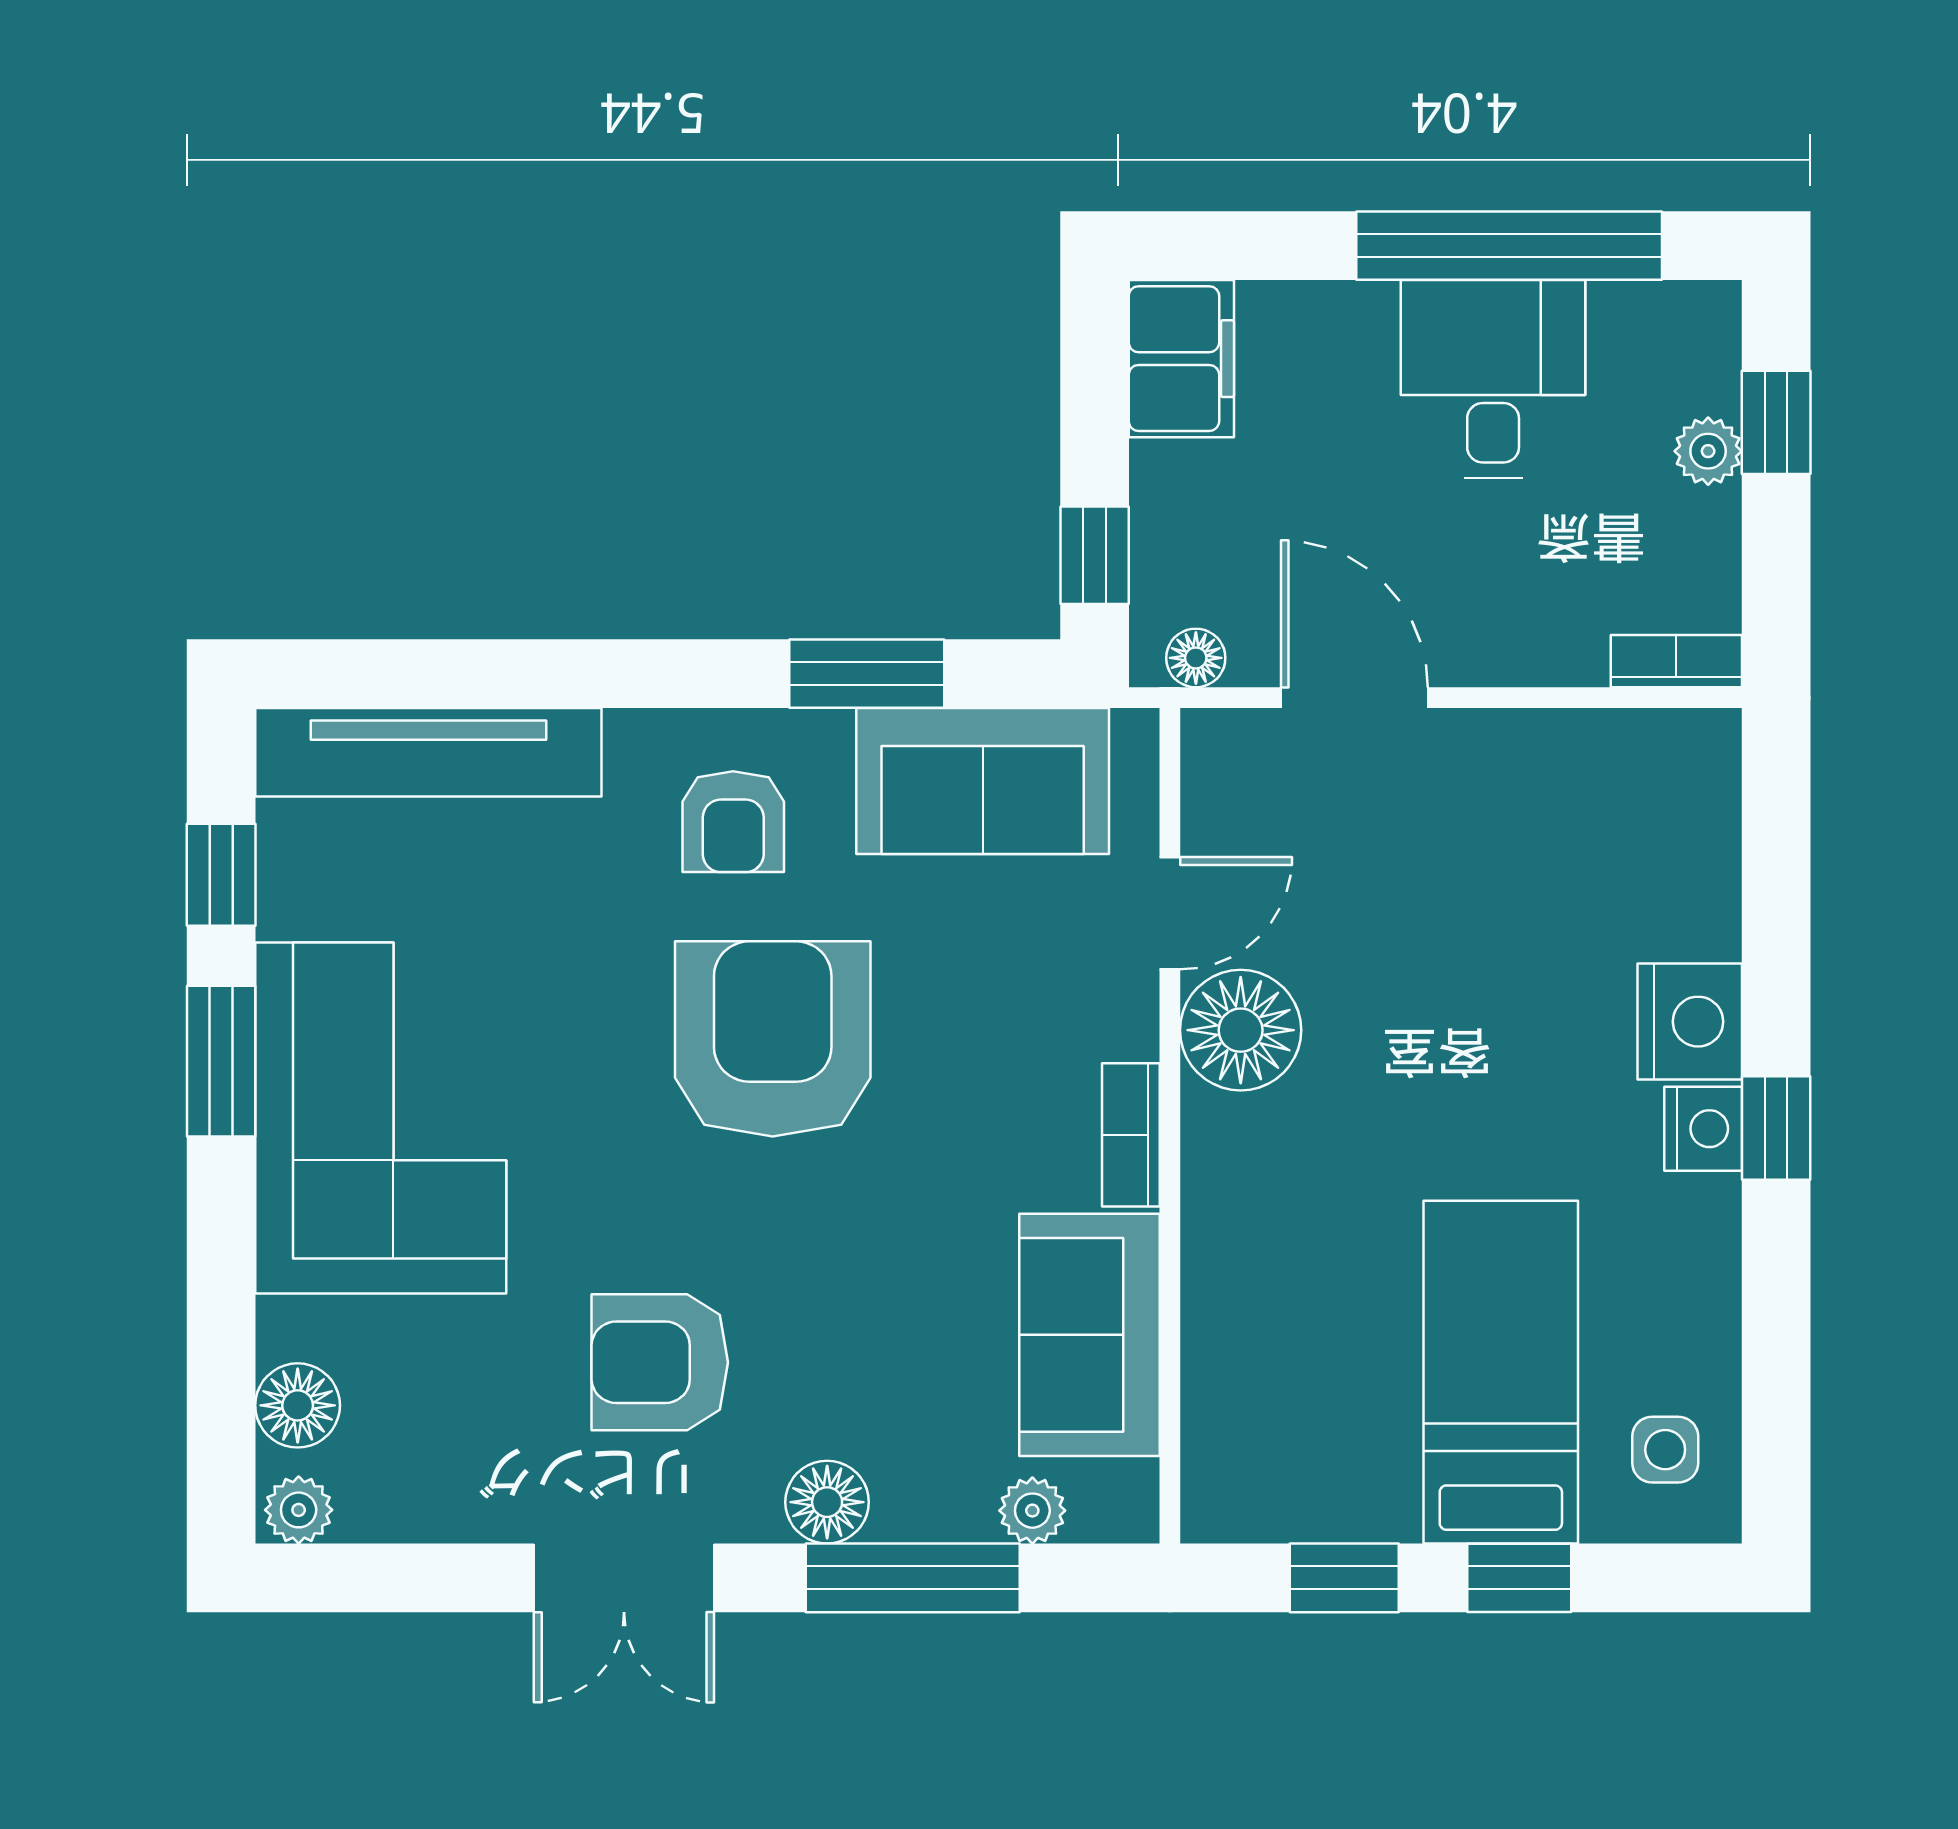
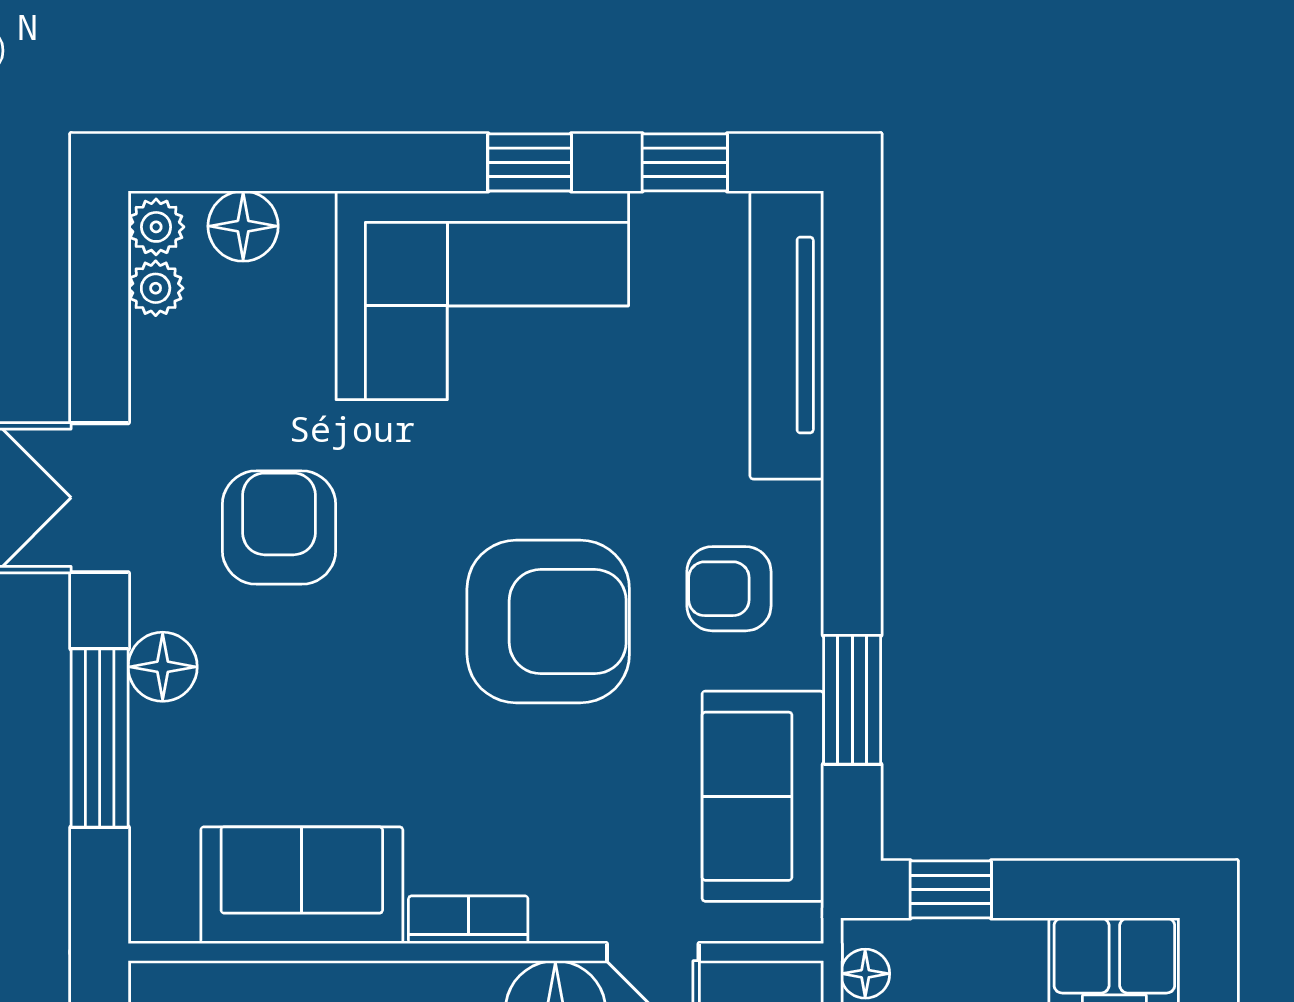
window: (221, 1061) -> (530, 162), width x0.67
plant: (1032, 1511) -> (156, 288), moved

